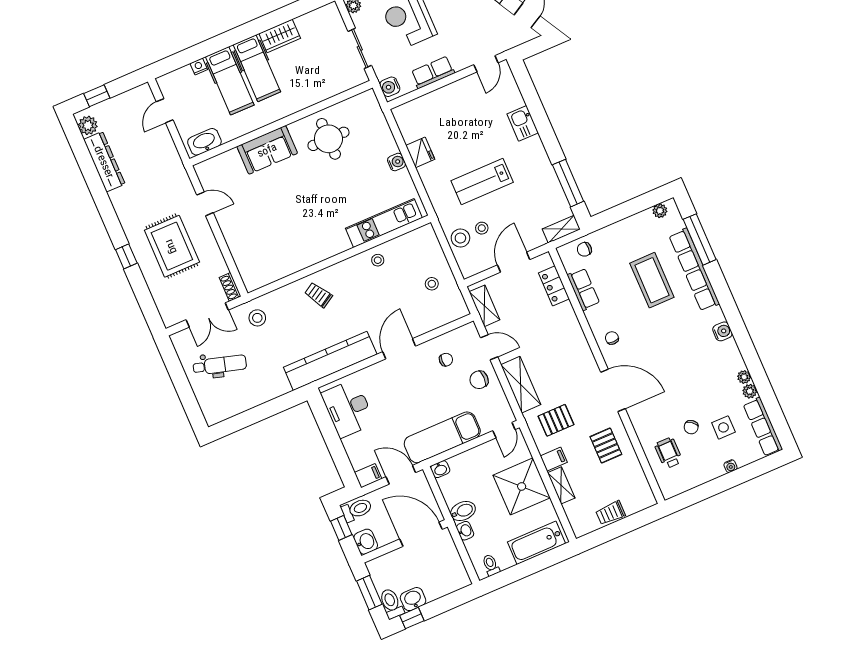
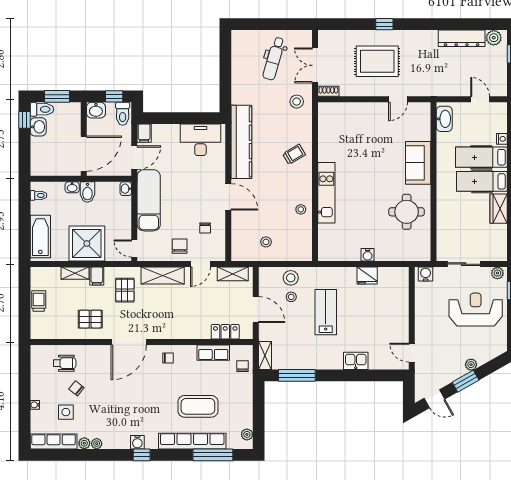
row of seats: (433, 72) -> (422, 310), removed
kitchen unit: (384, 223) -> (326, 193), moved
window: (735, 320) -> (142, 455), added

